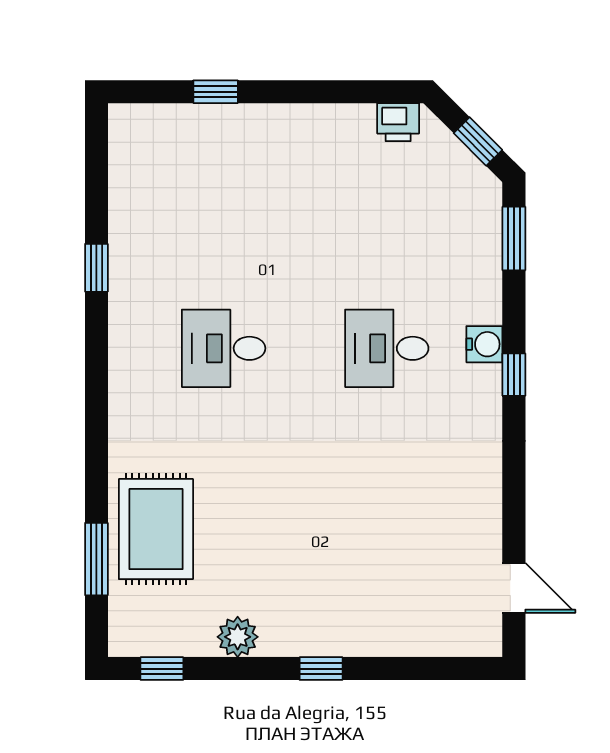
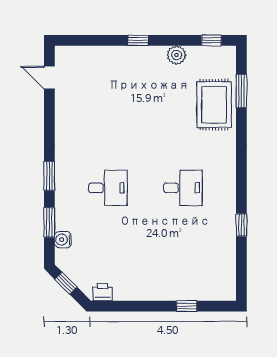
window: (514, 238) -> (49, 222), moved
water cooler: (484, 344) -> (63, 240), moved
window: (514, 375) -> (49, 176), width x1.50

